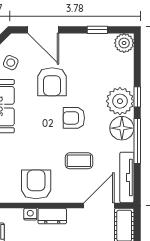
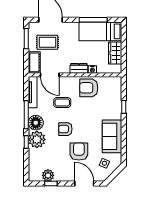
plant: (124, 43) -> (48, 175), moved
armchair: (74, 118) -> (65, 129), turned 180
armchair: (36, 184) -> (89, 88), turned 90
door: (99, 205) -> (50, 75), hinge flipped

